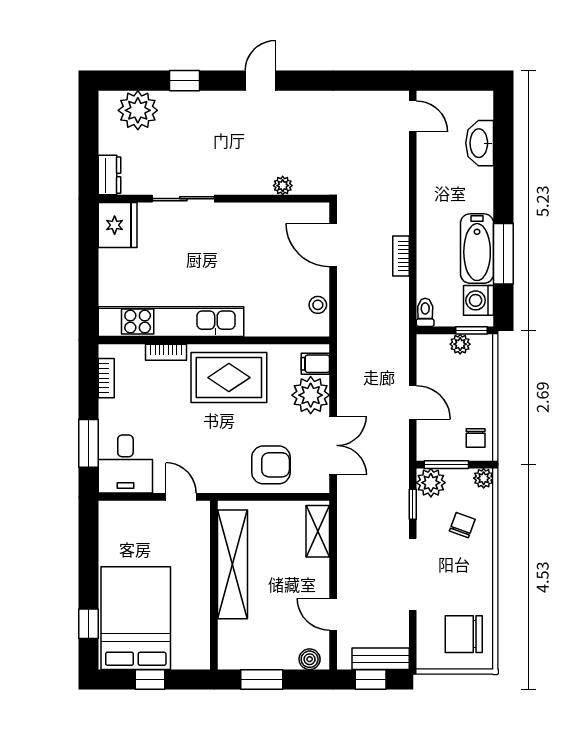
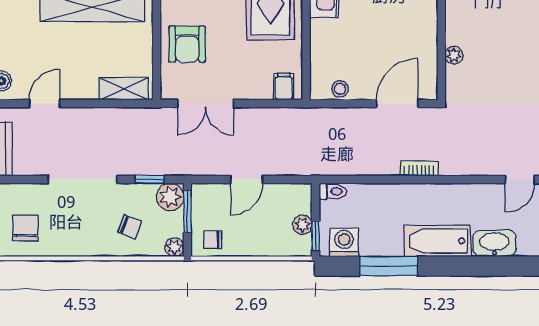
bathtub: (477, 249) -> (438, 241), moved
bookcase: (401, 256) -> (419, 168), moved
plant: (311, 395) -> (254, 82), removed
chair: (464, 634) -> (25, 228), width x0.73, depth x0.73

